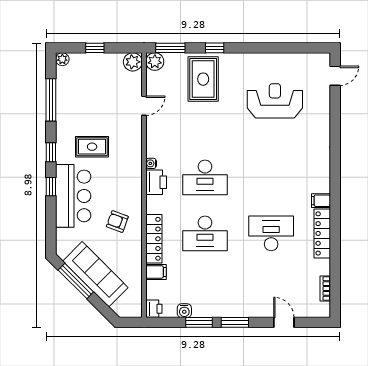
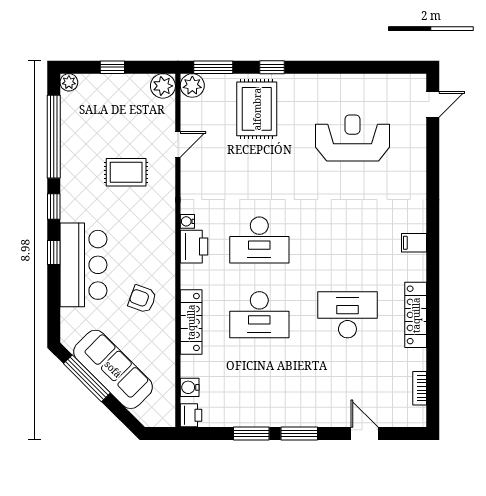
window: (51, 100) -> (54, 137), width x1.46
rug: (92, 147) -> (126, 172), moved
filing cabinet: (321, 201) -> (414, 243), moved
filing cabinet: (156, 272) -> (194, 366), removed
water cooler: (184, 311) -> (190, 387), moved, turned 90

